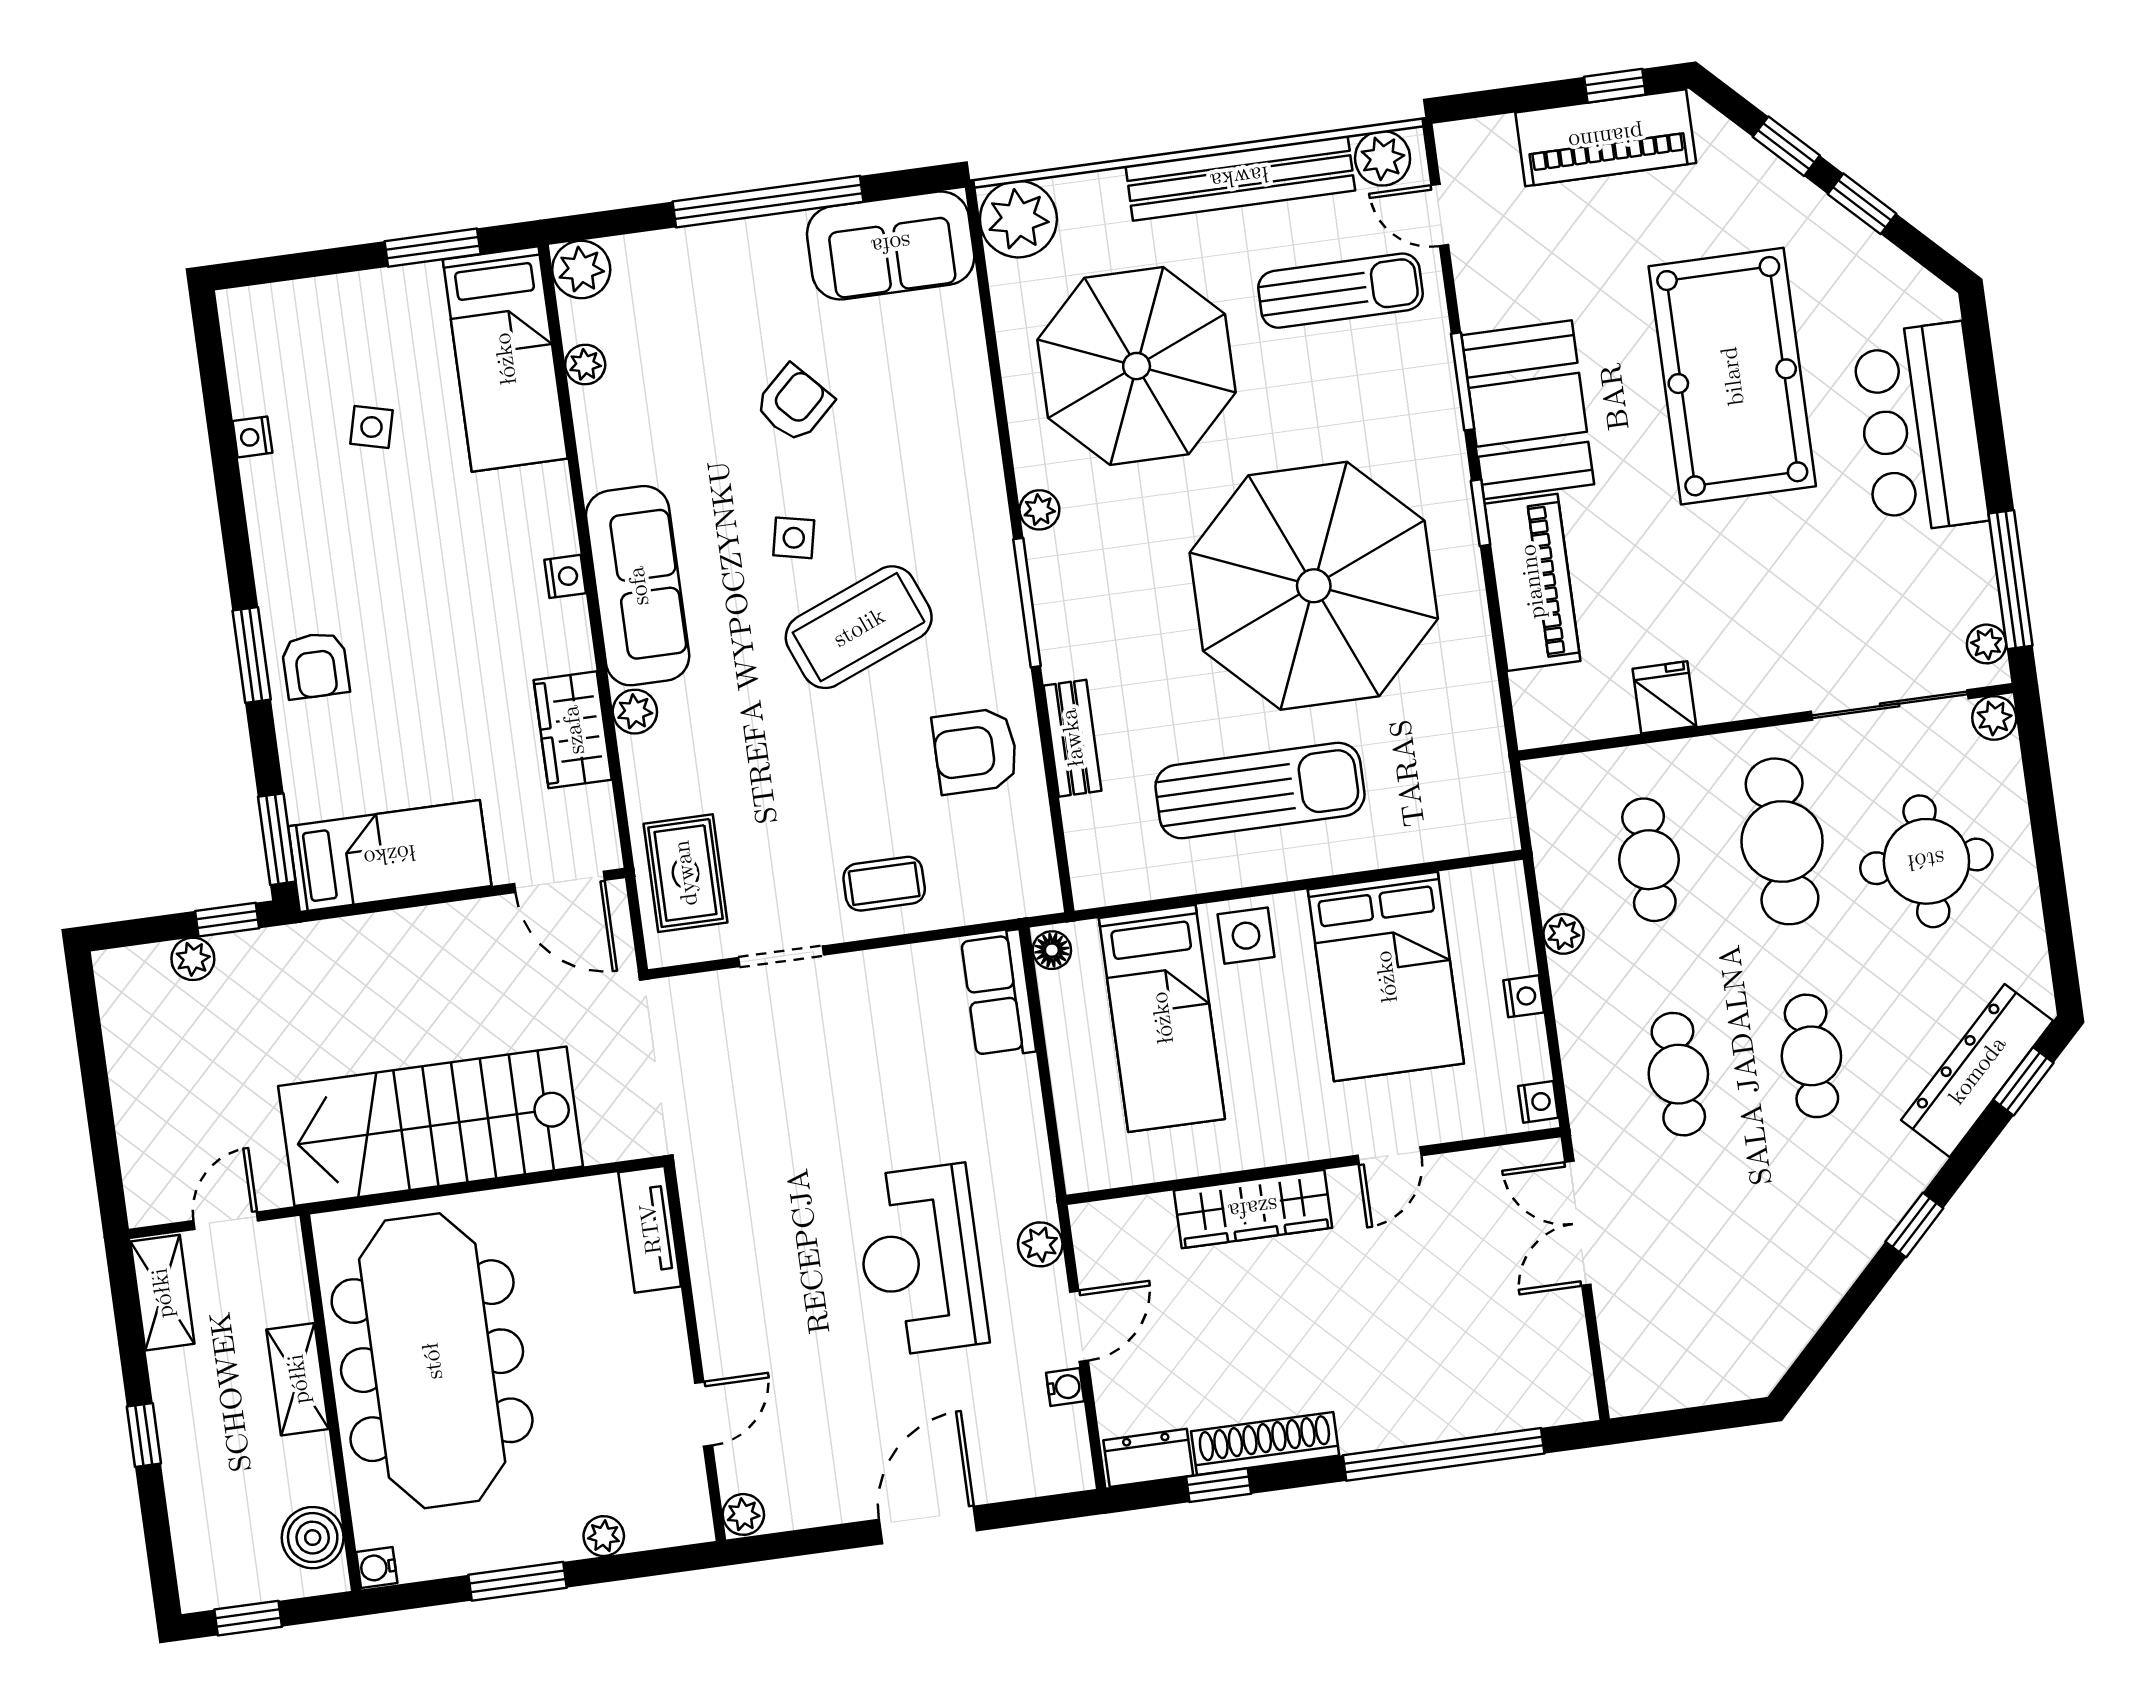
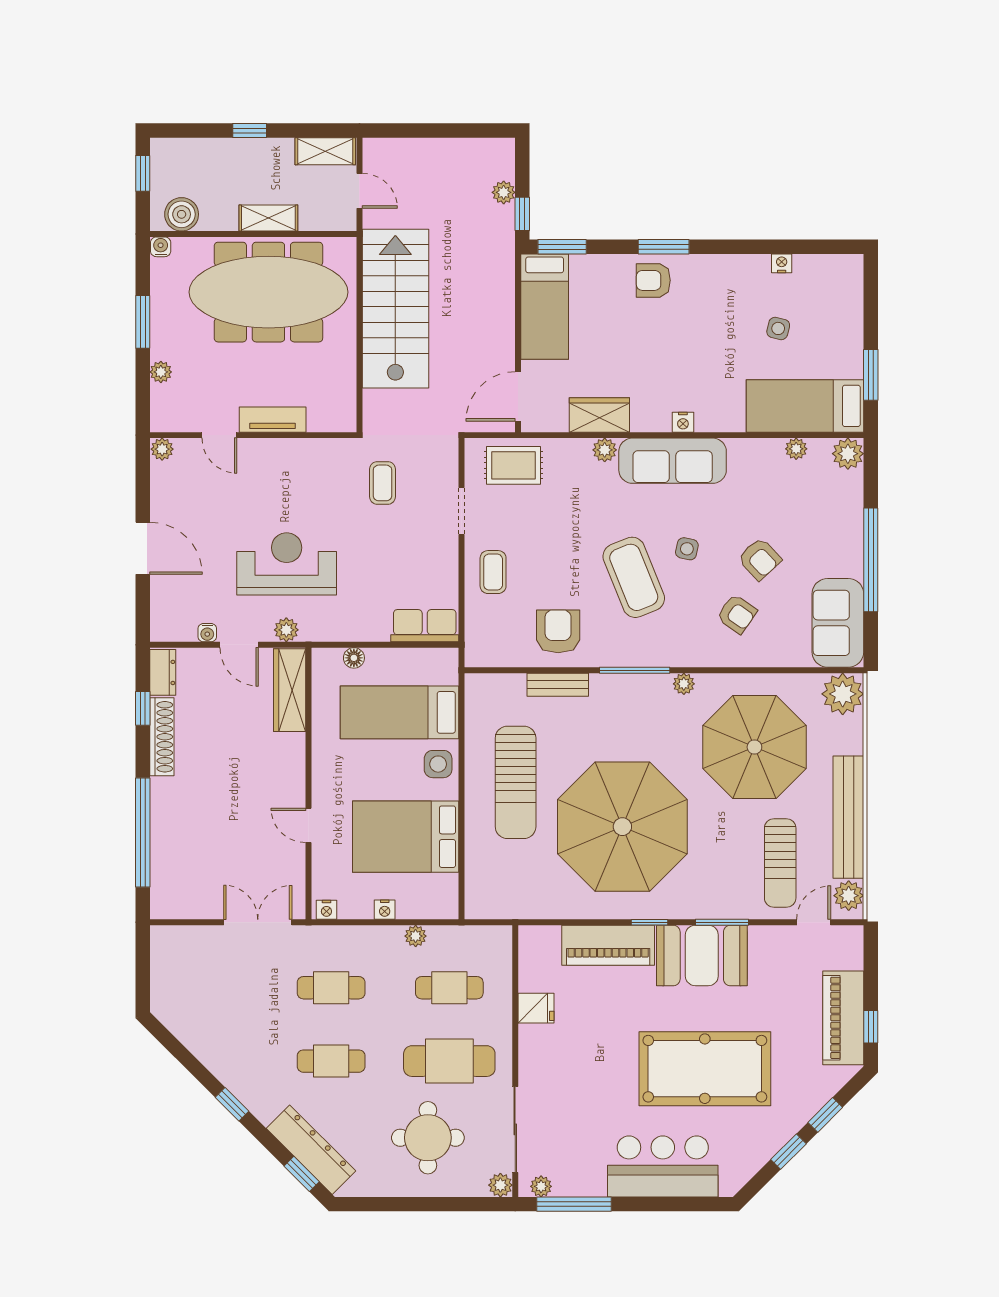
armchair: (900, 431) -> (737, 614), added
floor lamp: (1052, 950) -> (354, 658), moved
coffee table: (750, 1106) -> (383, 483), added
wardrobe: (1253, 1209) -> (290, 690), moved
tv unit: (650, 1229) -> (273, 420), moved

